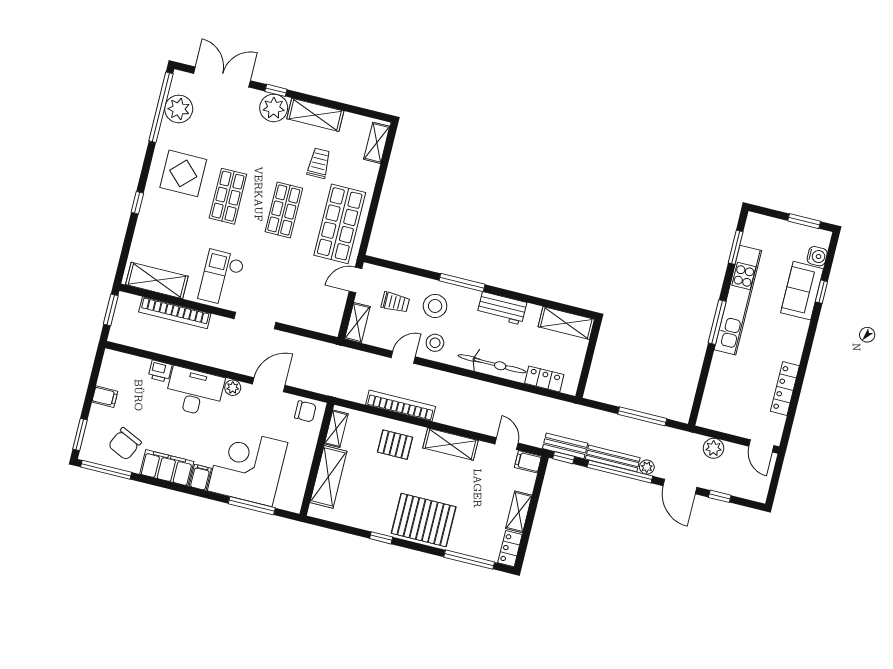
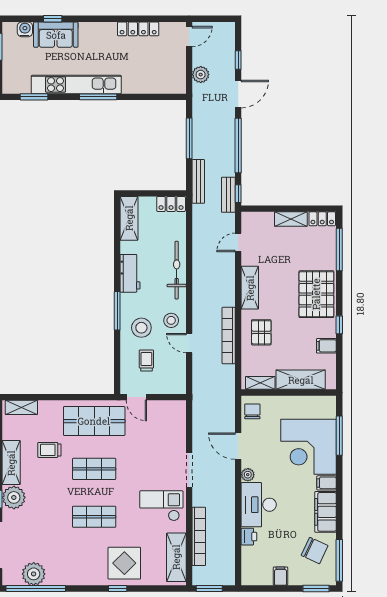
display table: (183, 173) -> (124, 563), moved
checkout: (221, 278) -> (161, 506), turned 180
shelving: (357, 323) -> (170, 387), removed
locker: (544, 379) -> (171, 204), moved, turned -90
bench: (613, 458) -> (198, 181), moved
filing cabinet: (528, 462) -> (326, 346), moved, turned 90
plant: (647, 467) -> (229, 125), removed

